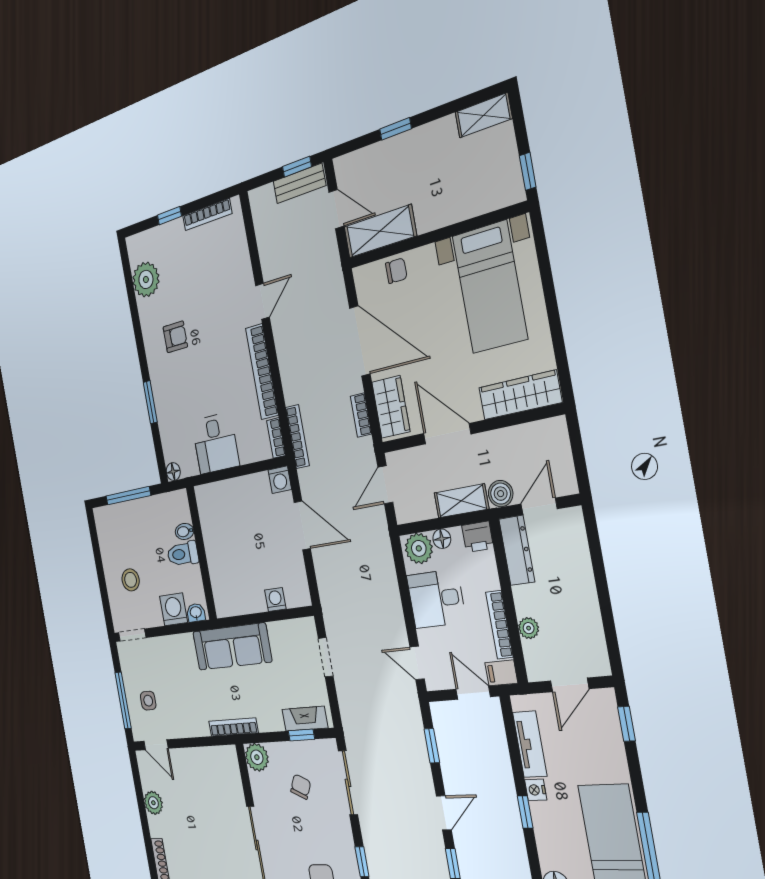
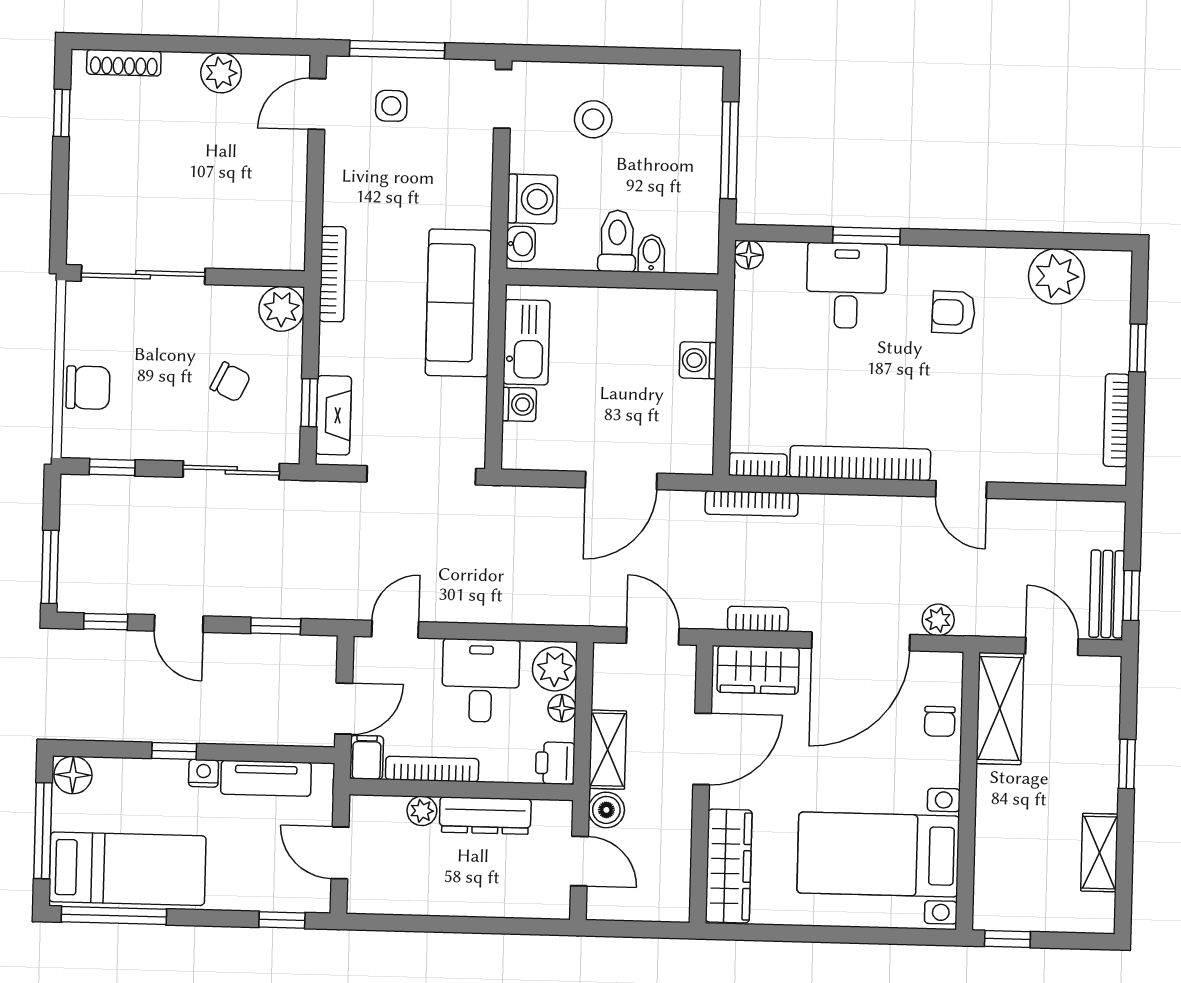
shelving: (484, 115) -> (1099, 853), moved
door: (336, 209) -> (1052, 646), swing flipped
plant: (337, 292) -> (938, 620), added
armchair: (175, 337) -> (954, 312), turned 91
desk: (215, 443) -> (846, 286), moved, turned 90
washing machine: (280, 480) -> (698, 360), moved
dresser: (517, 550) -> (485, 816), moved
kitchen sink: (243, 601) -> (526, 342), added
doorway: (326, 657) -> (421, 475), width x1.87

